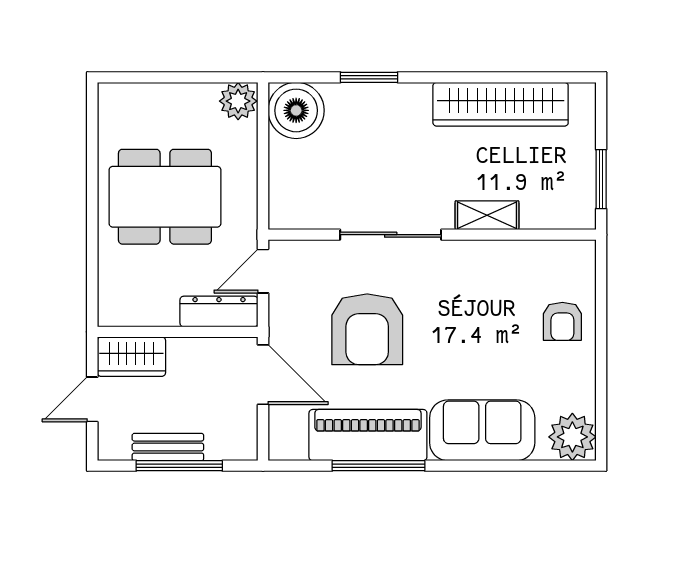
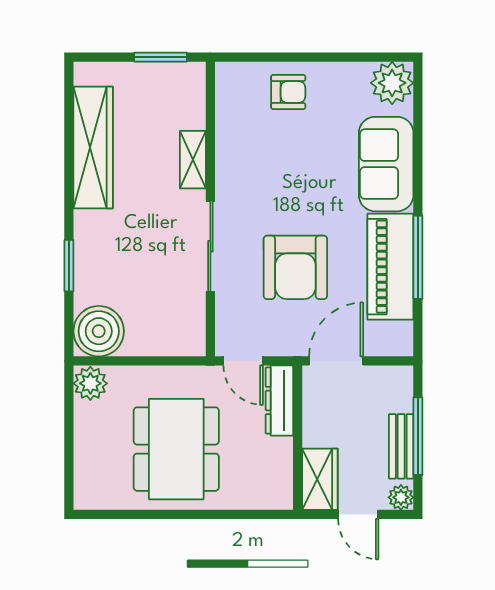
armchair: (367, 329) -> (295, 267), turned 90
plant: (111, 447) -> (401, 497), added

